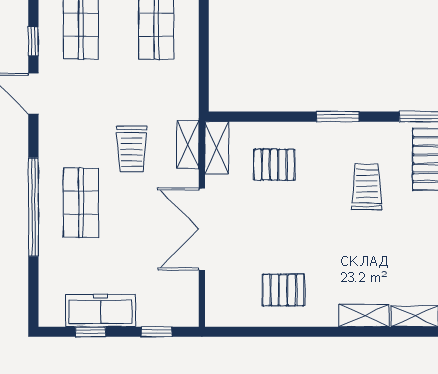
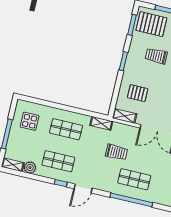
shelving: (188, 145) -> (101, 123), moved
pallet: (274, 165) -> (138, 93), turned 90

